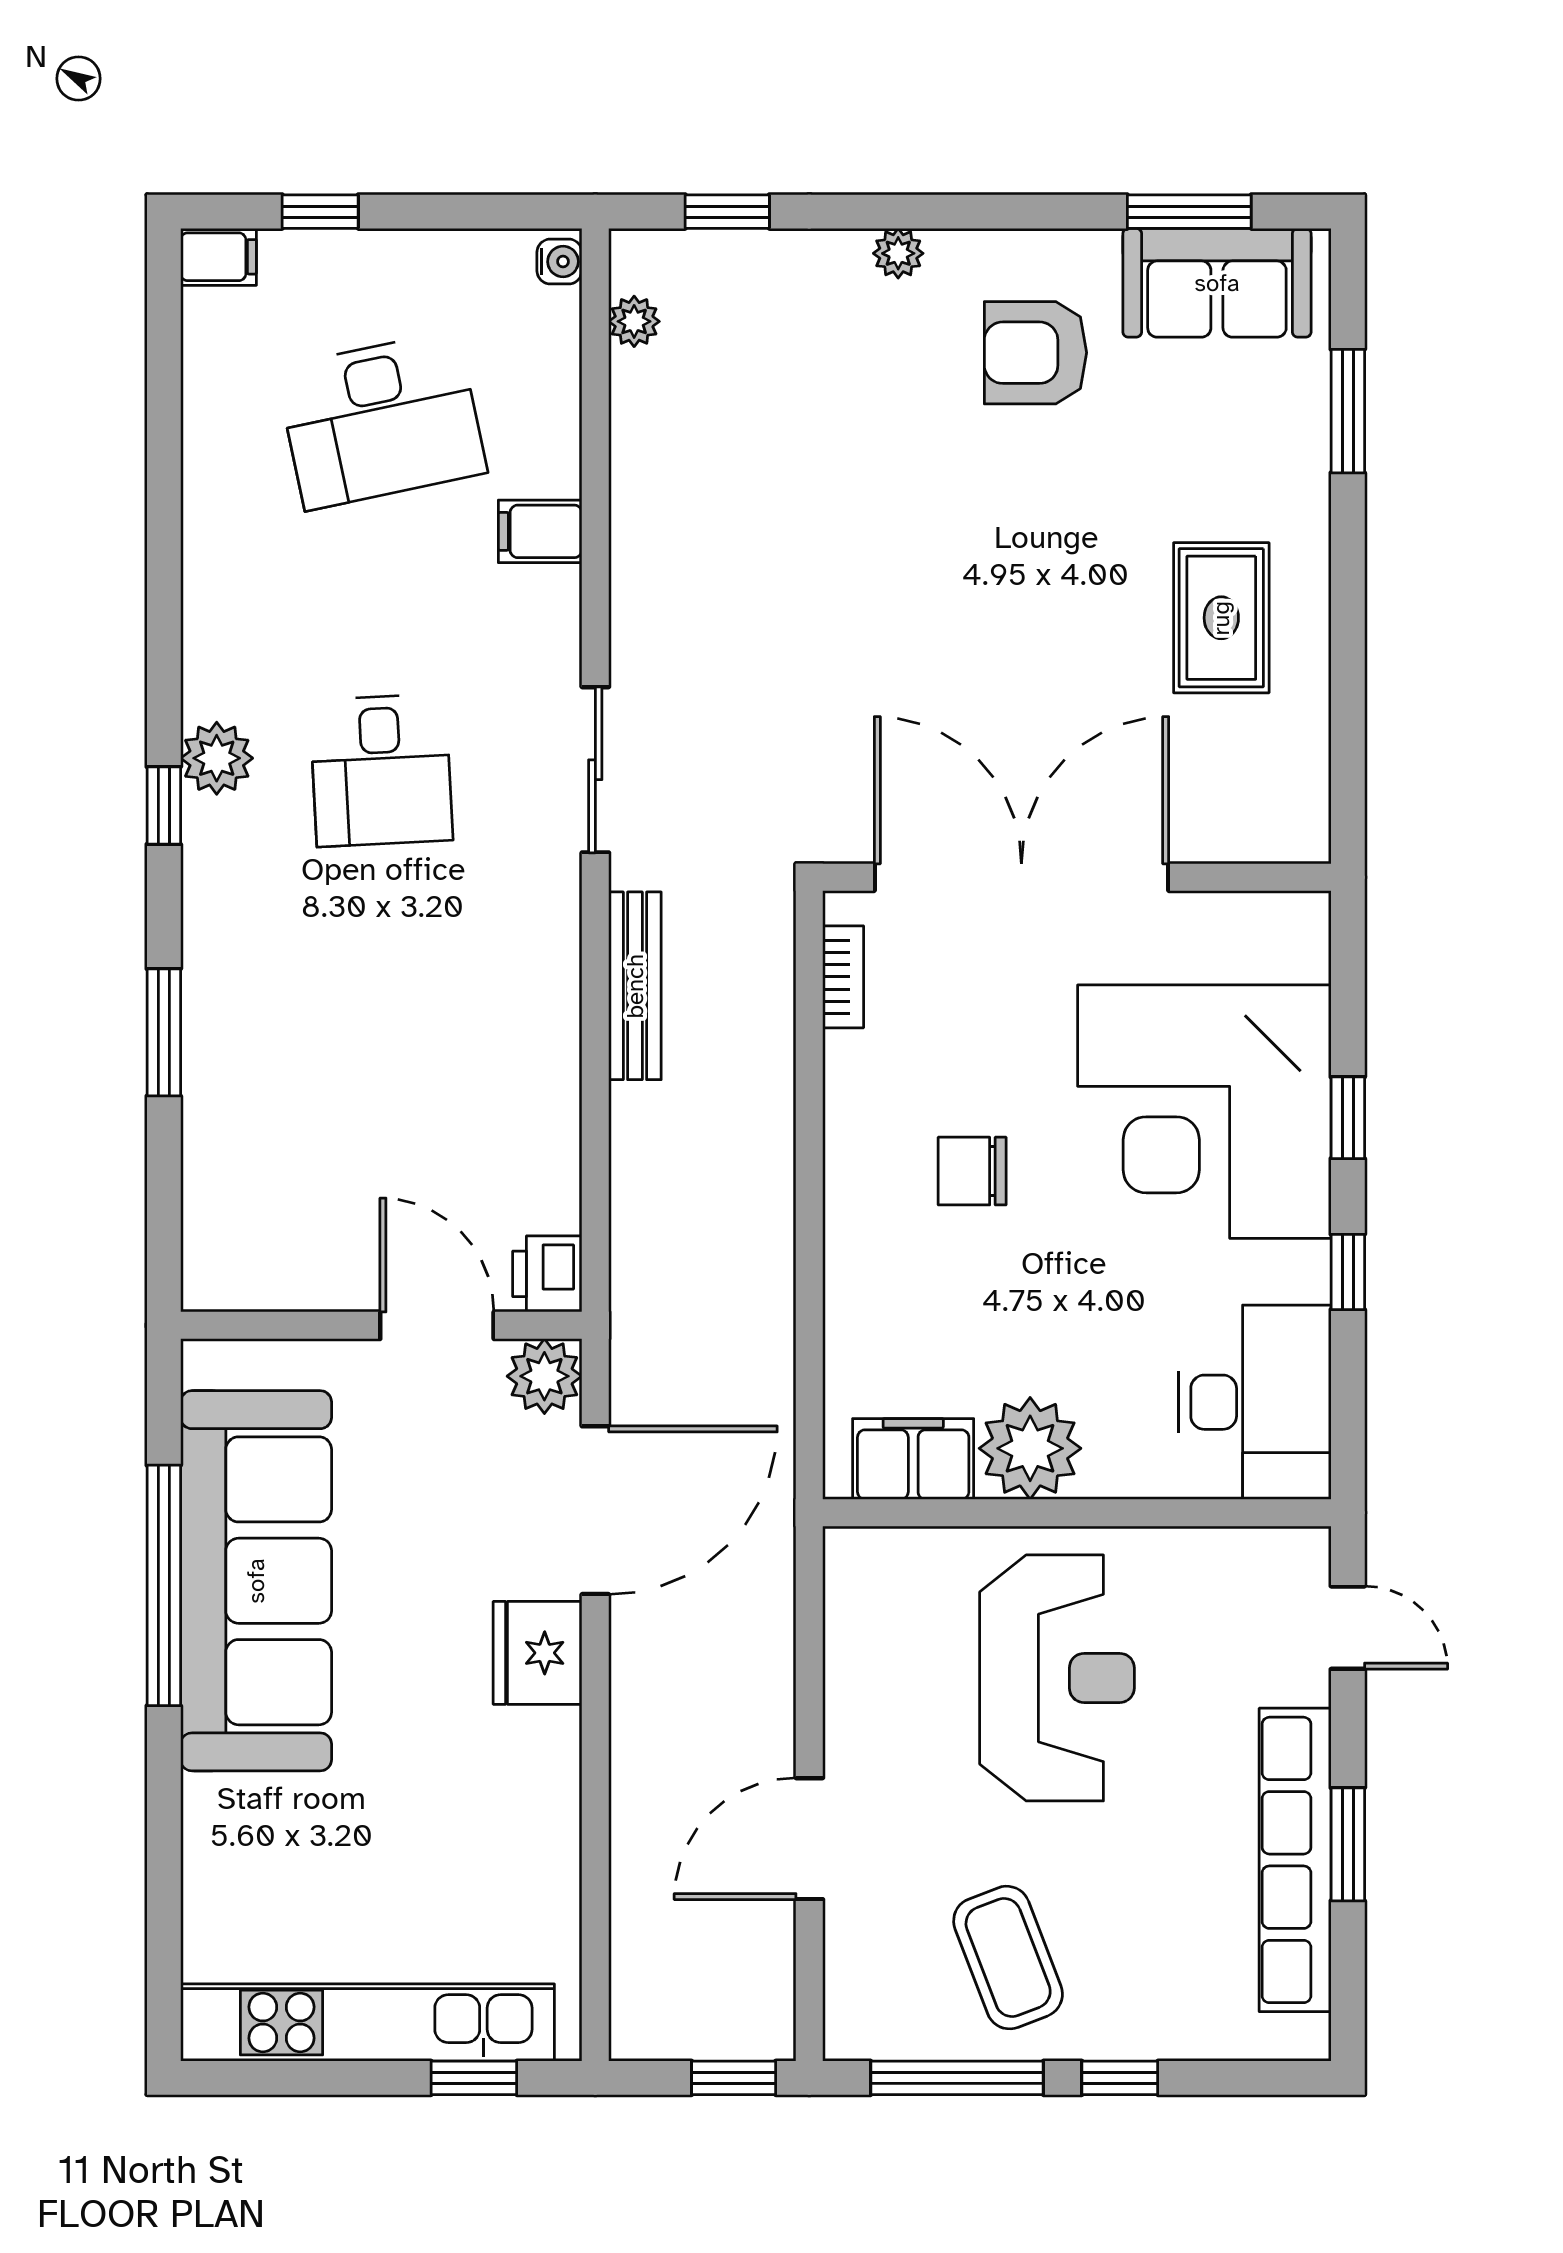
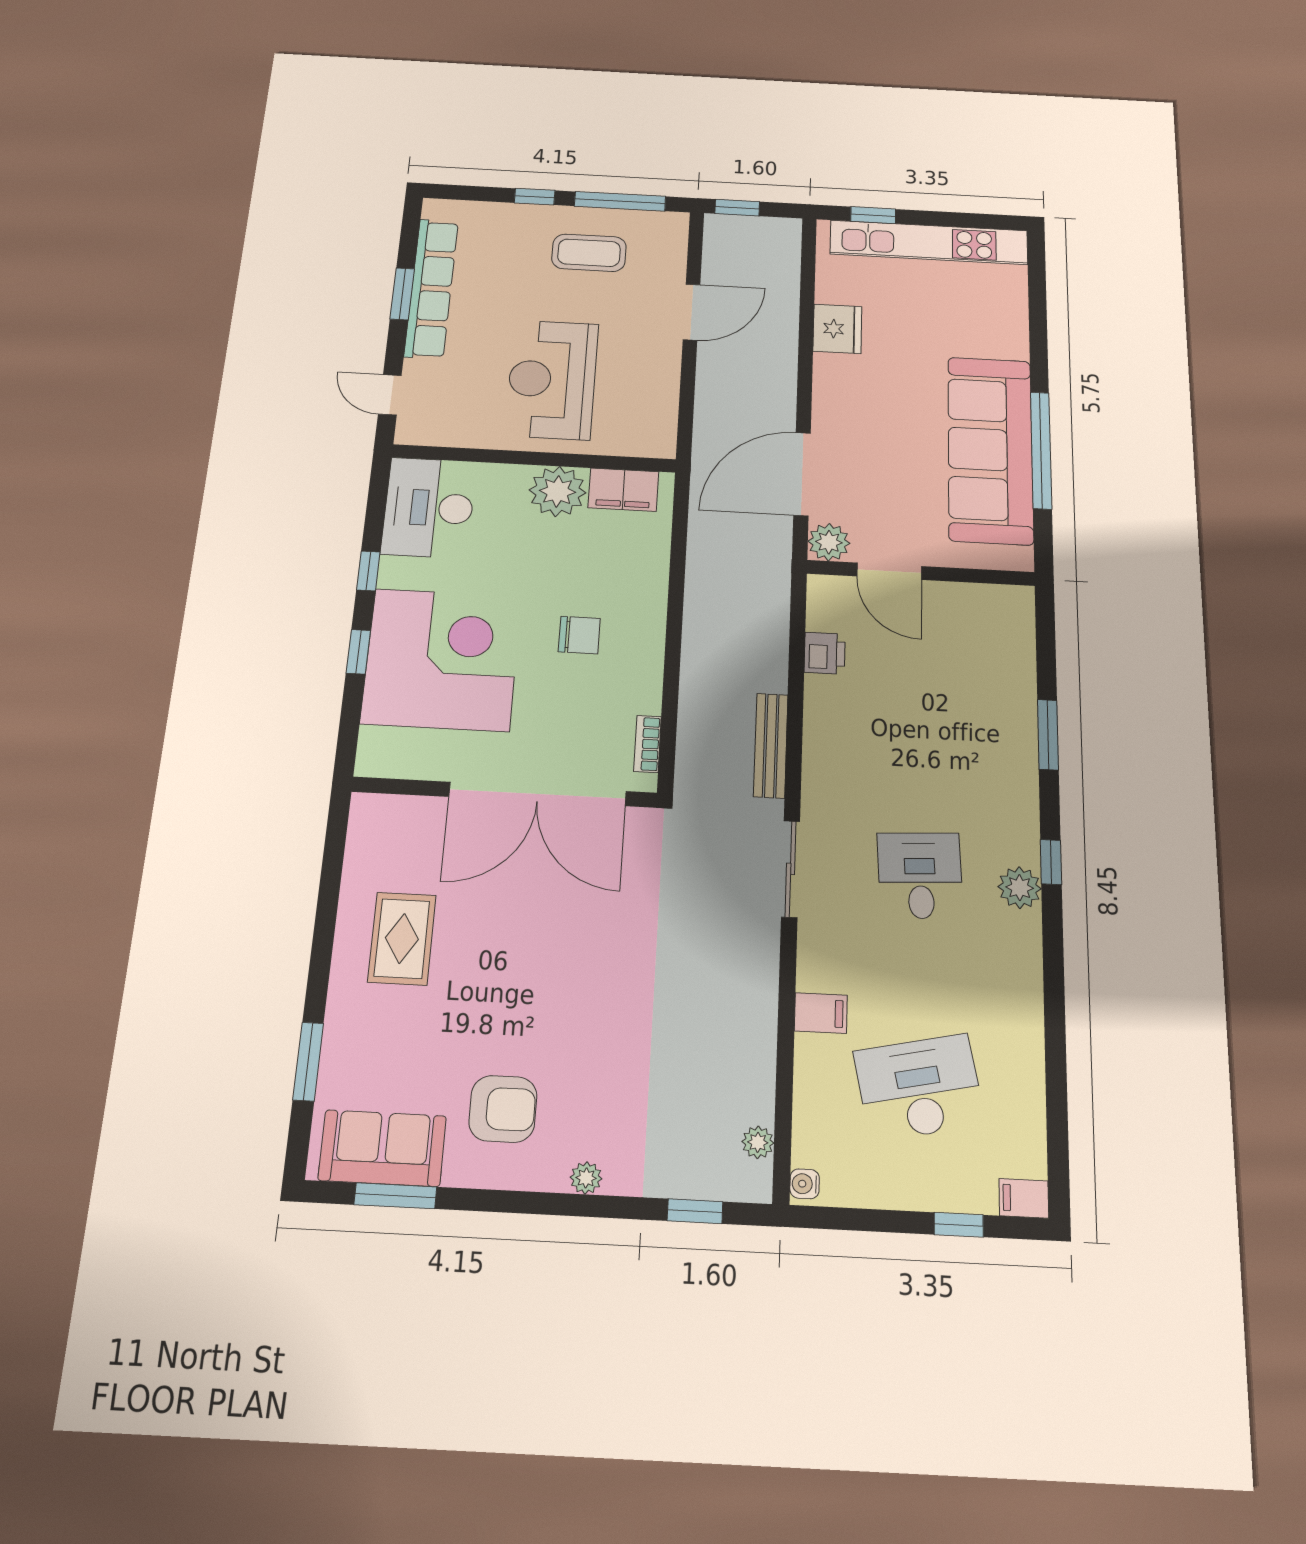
printer: (547, 1274) -> (825, 653), moved
fridge: (538, 1653) -> (837, 329), moved
coffee table: (1008, 1958) -> (589, 253), turned -69

